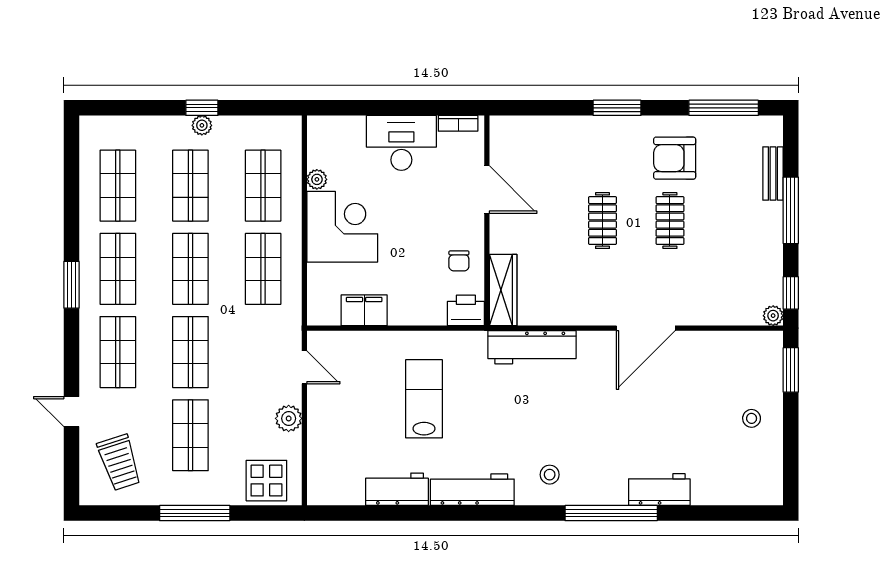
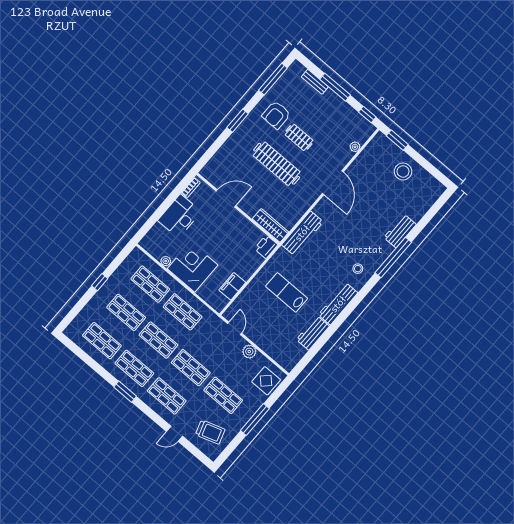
plant: (202, 125) -> (106, 288), removed
clothes rail: (603, 221) -> (277, 164), width x1.86, depth x1.31
chair: (459, 261) -> (245, 233), removed
plant: (773, 316) -> (355, 147), moved
door: (304, 367) -> (235, 328), hinge flipped
stool: (752, 418) -> (403, 171), width x1.89, depth x1.89

